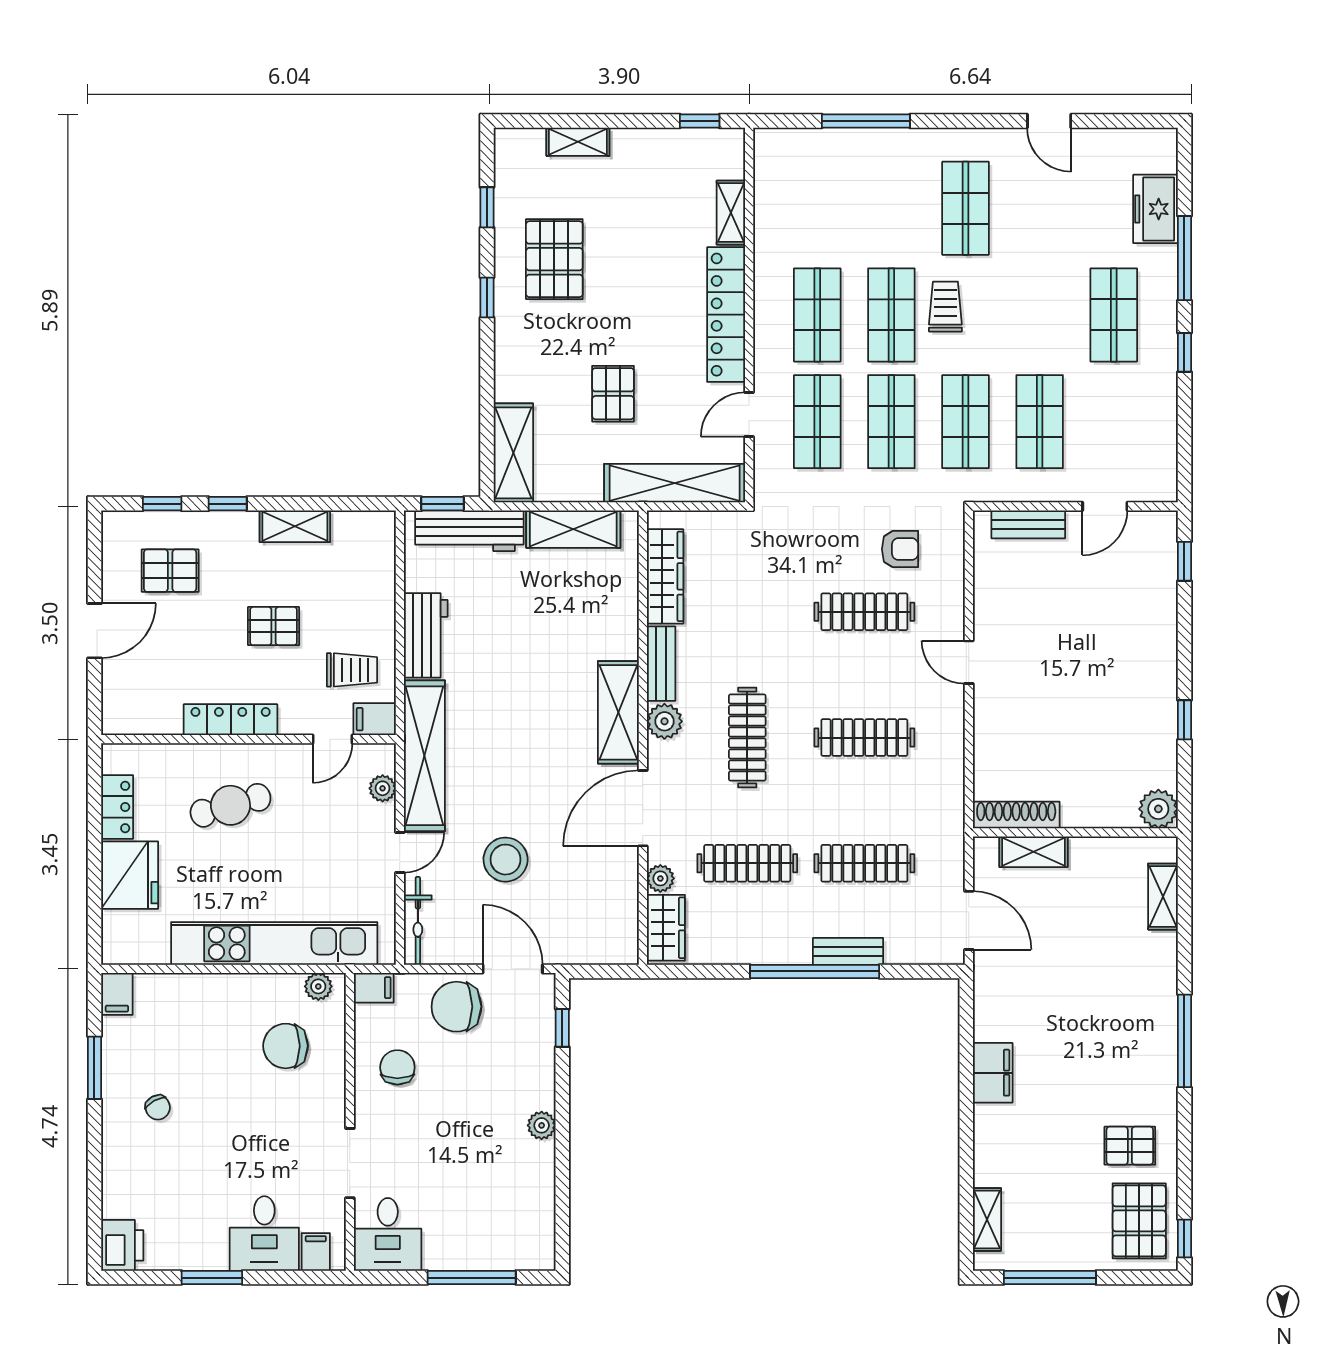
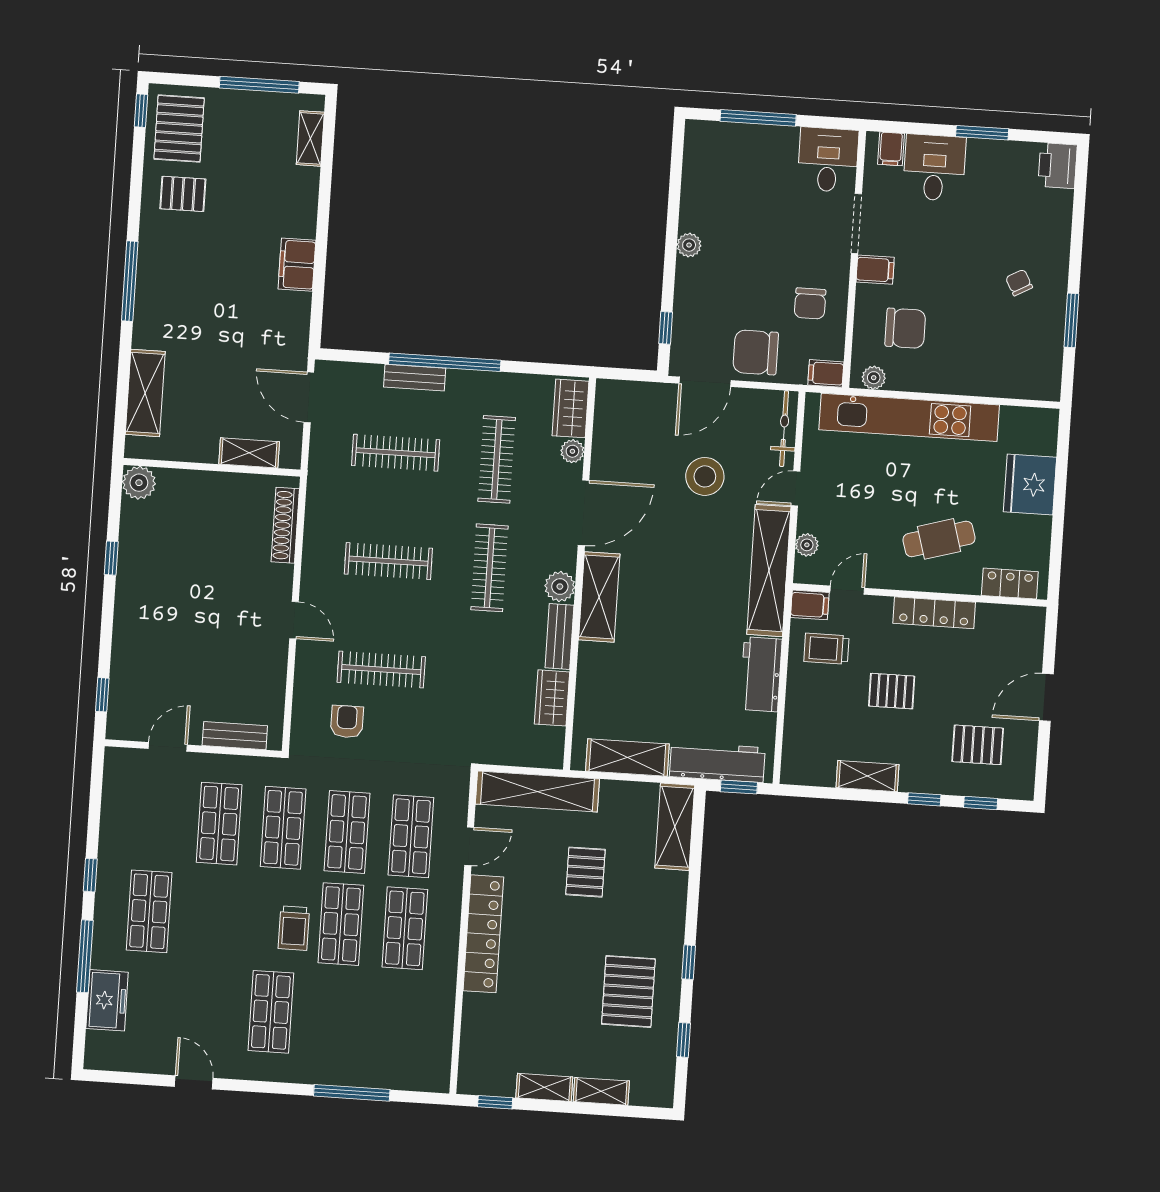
shelving: (731, 213) -> (544, 1087), moved, turned 90
armchair: (900, 549) -> (347, 722), turned 90
wardrobe: (665, 576) -> (552, 698), width x0.67
locker: (117, 807) -> (1010, 584), moved, turned 90
shoe rack: (1016, 815) -> (285, 525), moved, turned 90
clothes rail: (747, 863) -> (497, 459), turned 90
shelving: (1163, 897) -> (145, 393), width x1.50, depth x1.33
door: (513, 969) -> (705, 382), hinge flipped
filing cabinet: (117, 994) -> (875, 270), moved, turned 90
chair: (456, 1007) -> (756, 352), turned 180

